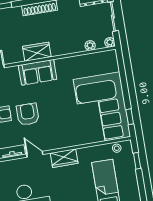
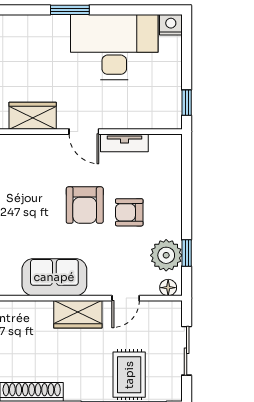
wardrobe: (37, 52) -> (78, 314), moved

